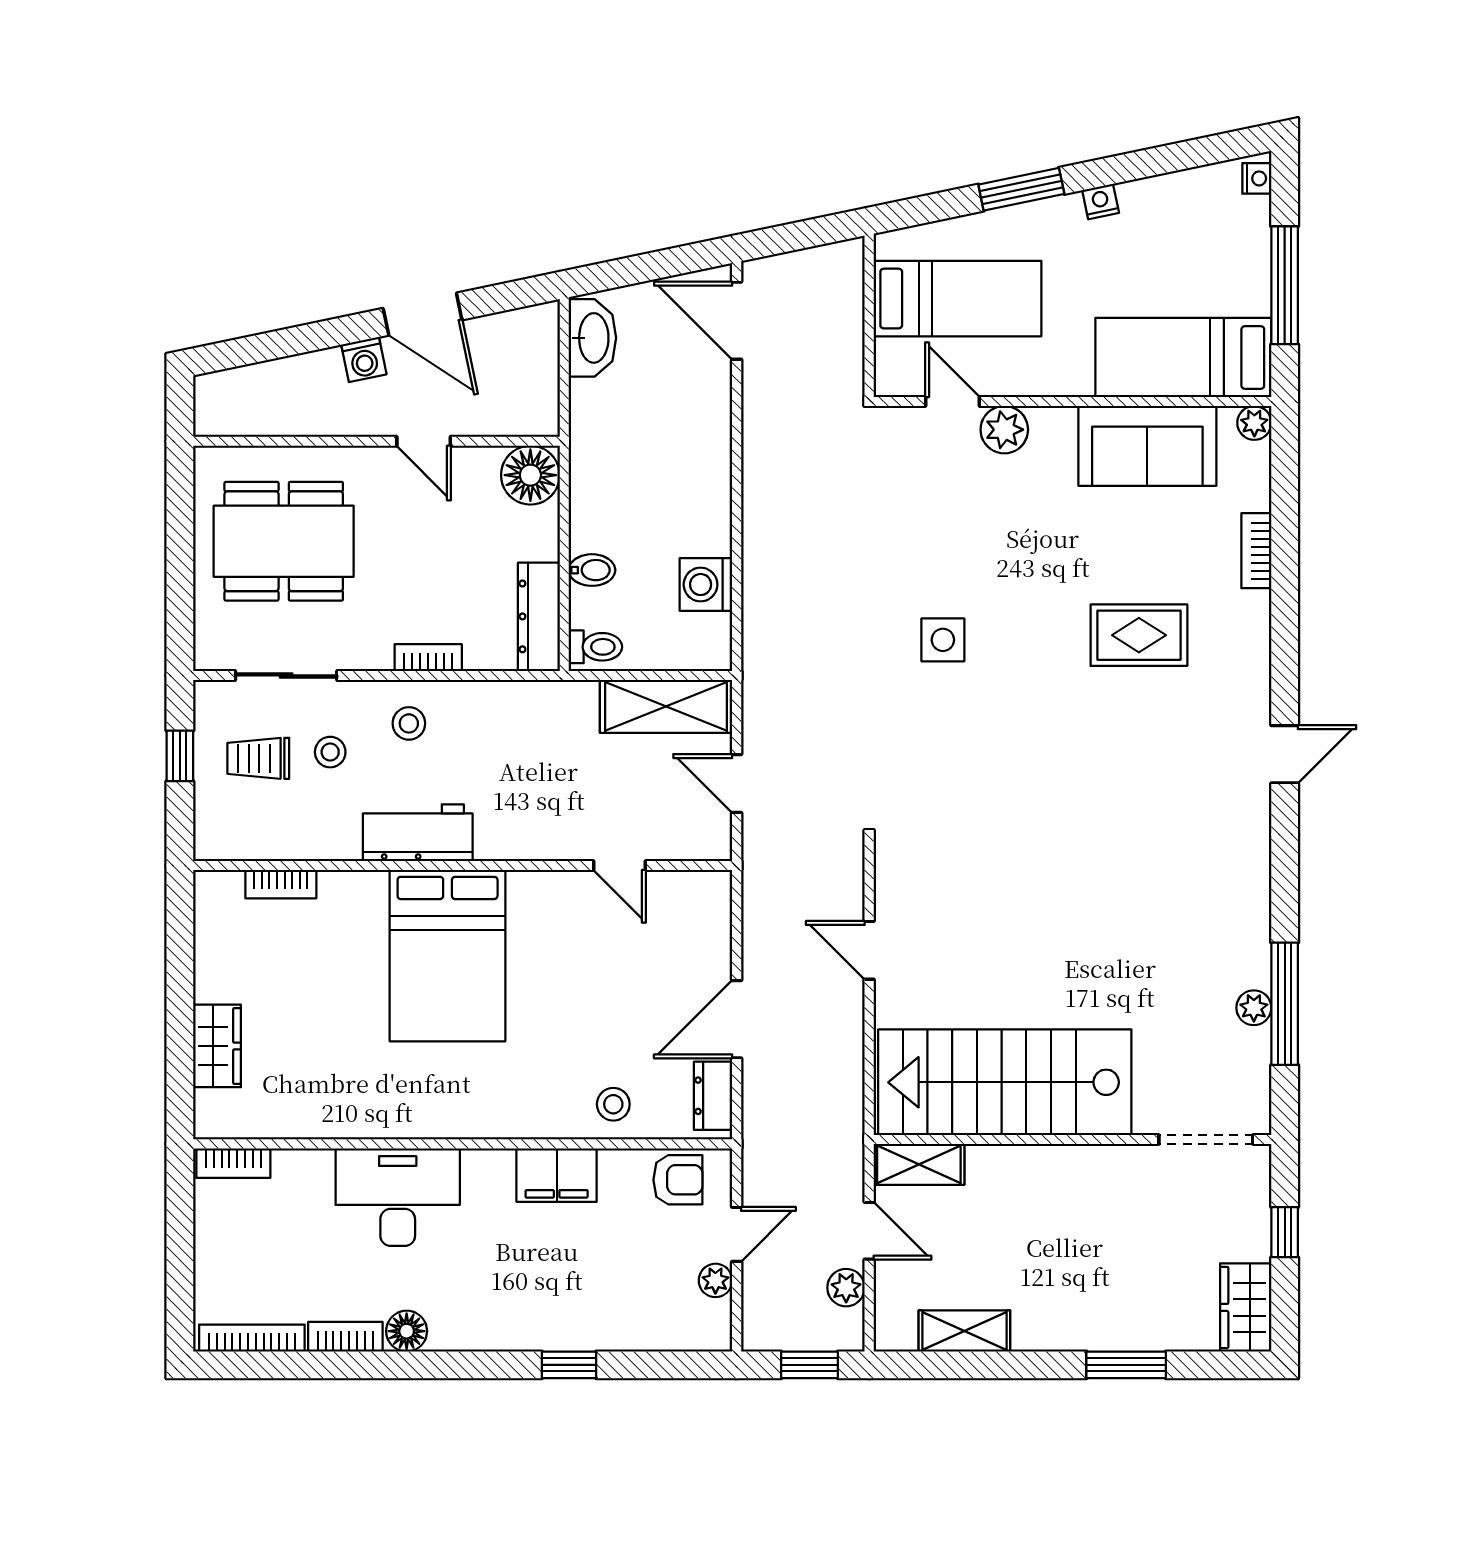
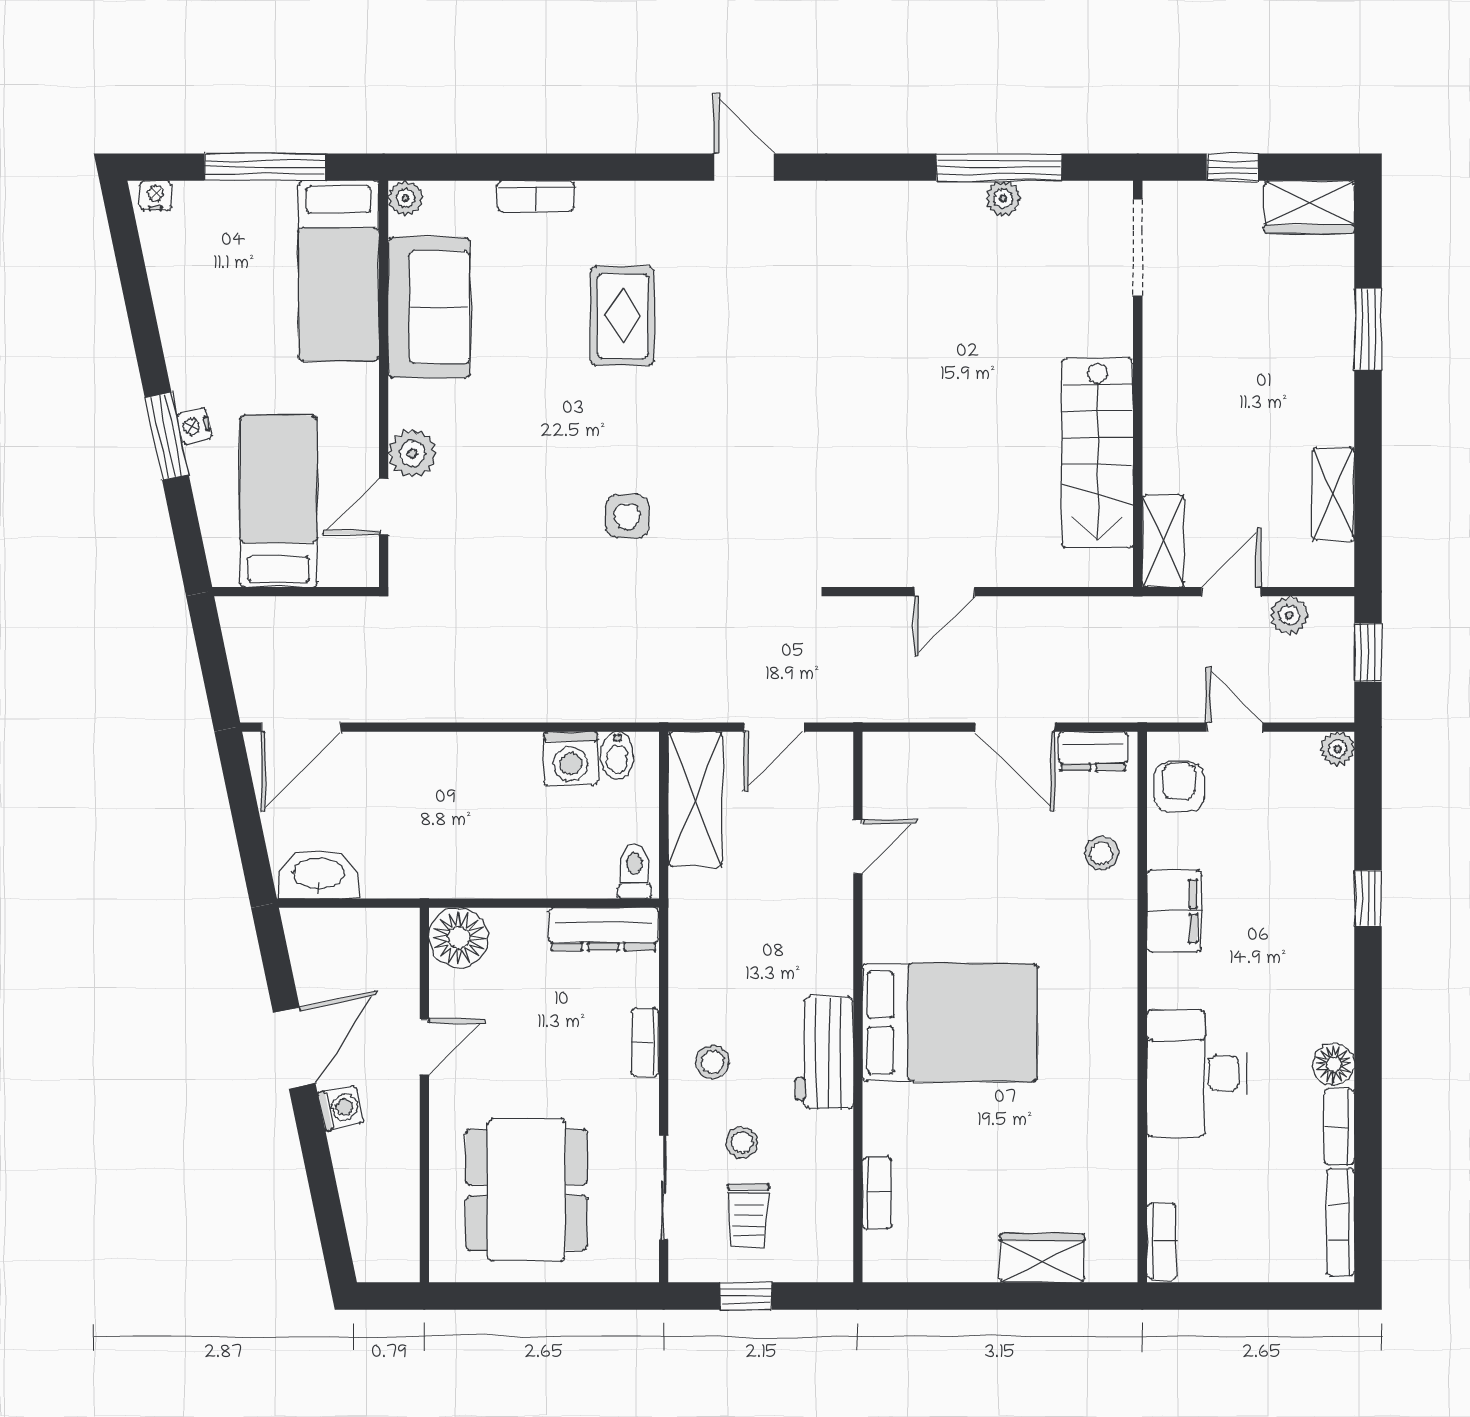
nightstand: (1101, 201) -> (194, 426), moved
bidet: (592, 570) -> (617, 755), moved, turned 180
stairs: (1005, 1082) -> (1097, 453), width x0.73, depth x0.66
plant: (715, 1280) -> (1337, 749), moved

